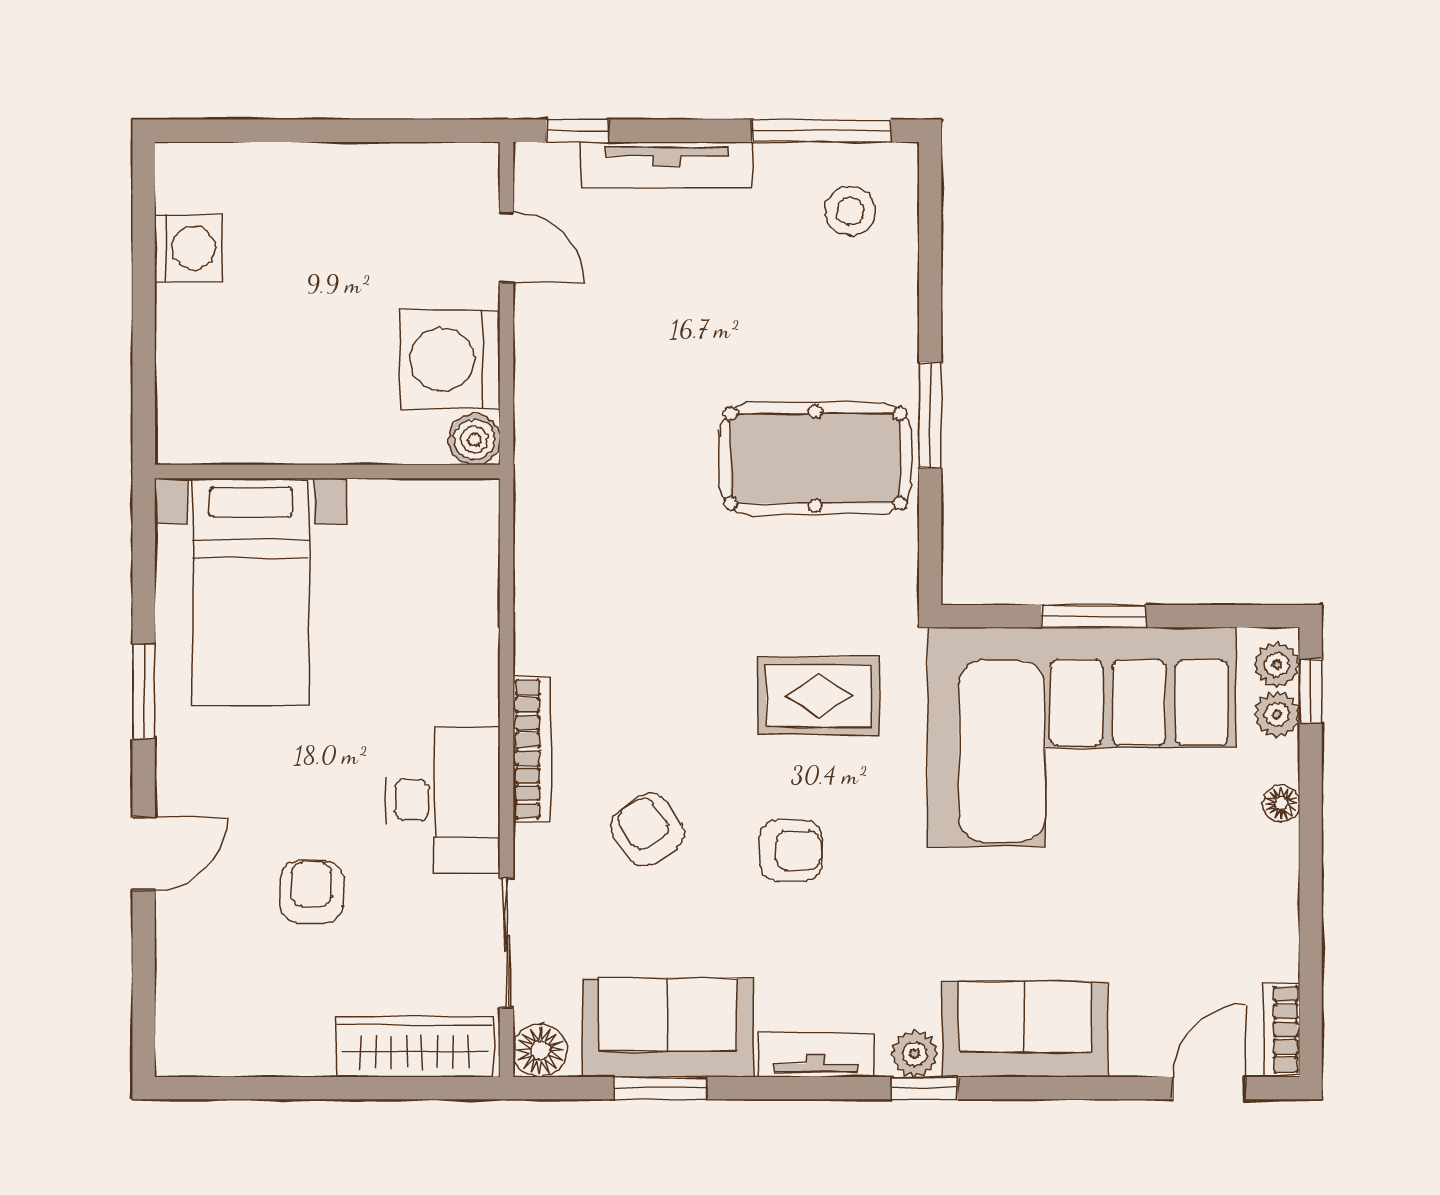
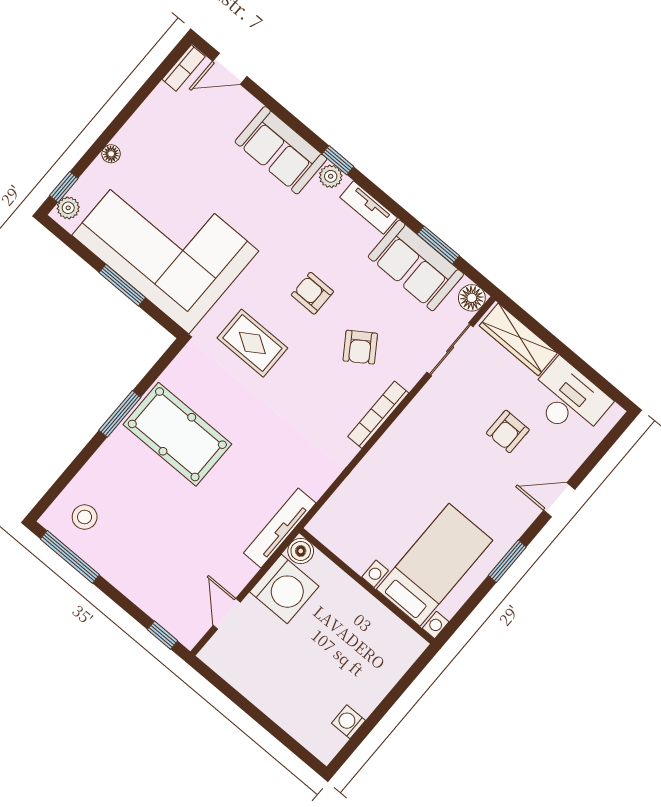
tv unit: (667, 165) -> (280, 528), moved, turned -90
washing machine: (188, 248) -> (348, 722), width x0.73, depth x0.73
plant: (1277, 714) -> (84, 189), removed
desk: (443, 800) -> (569, 399), moved, turned 90

